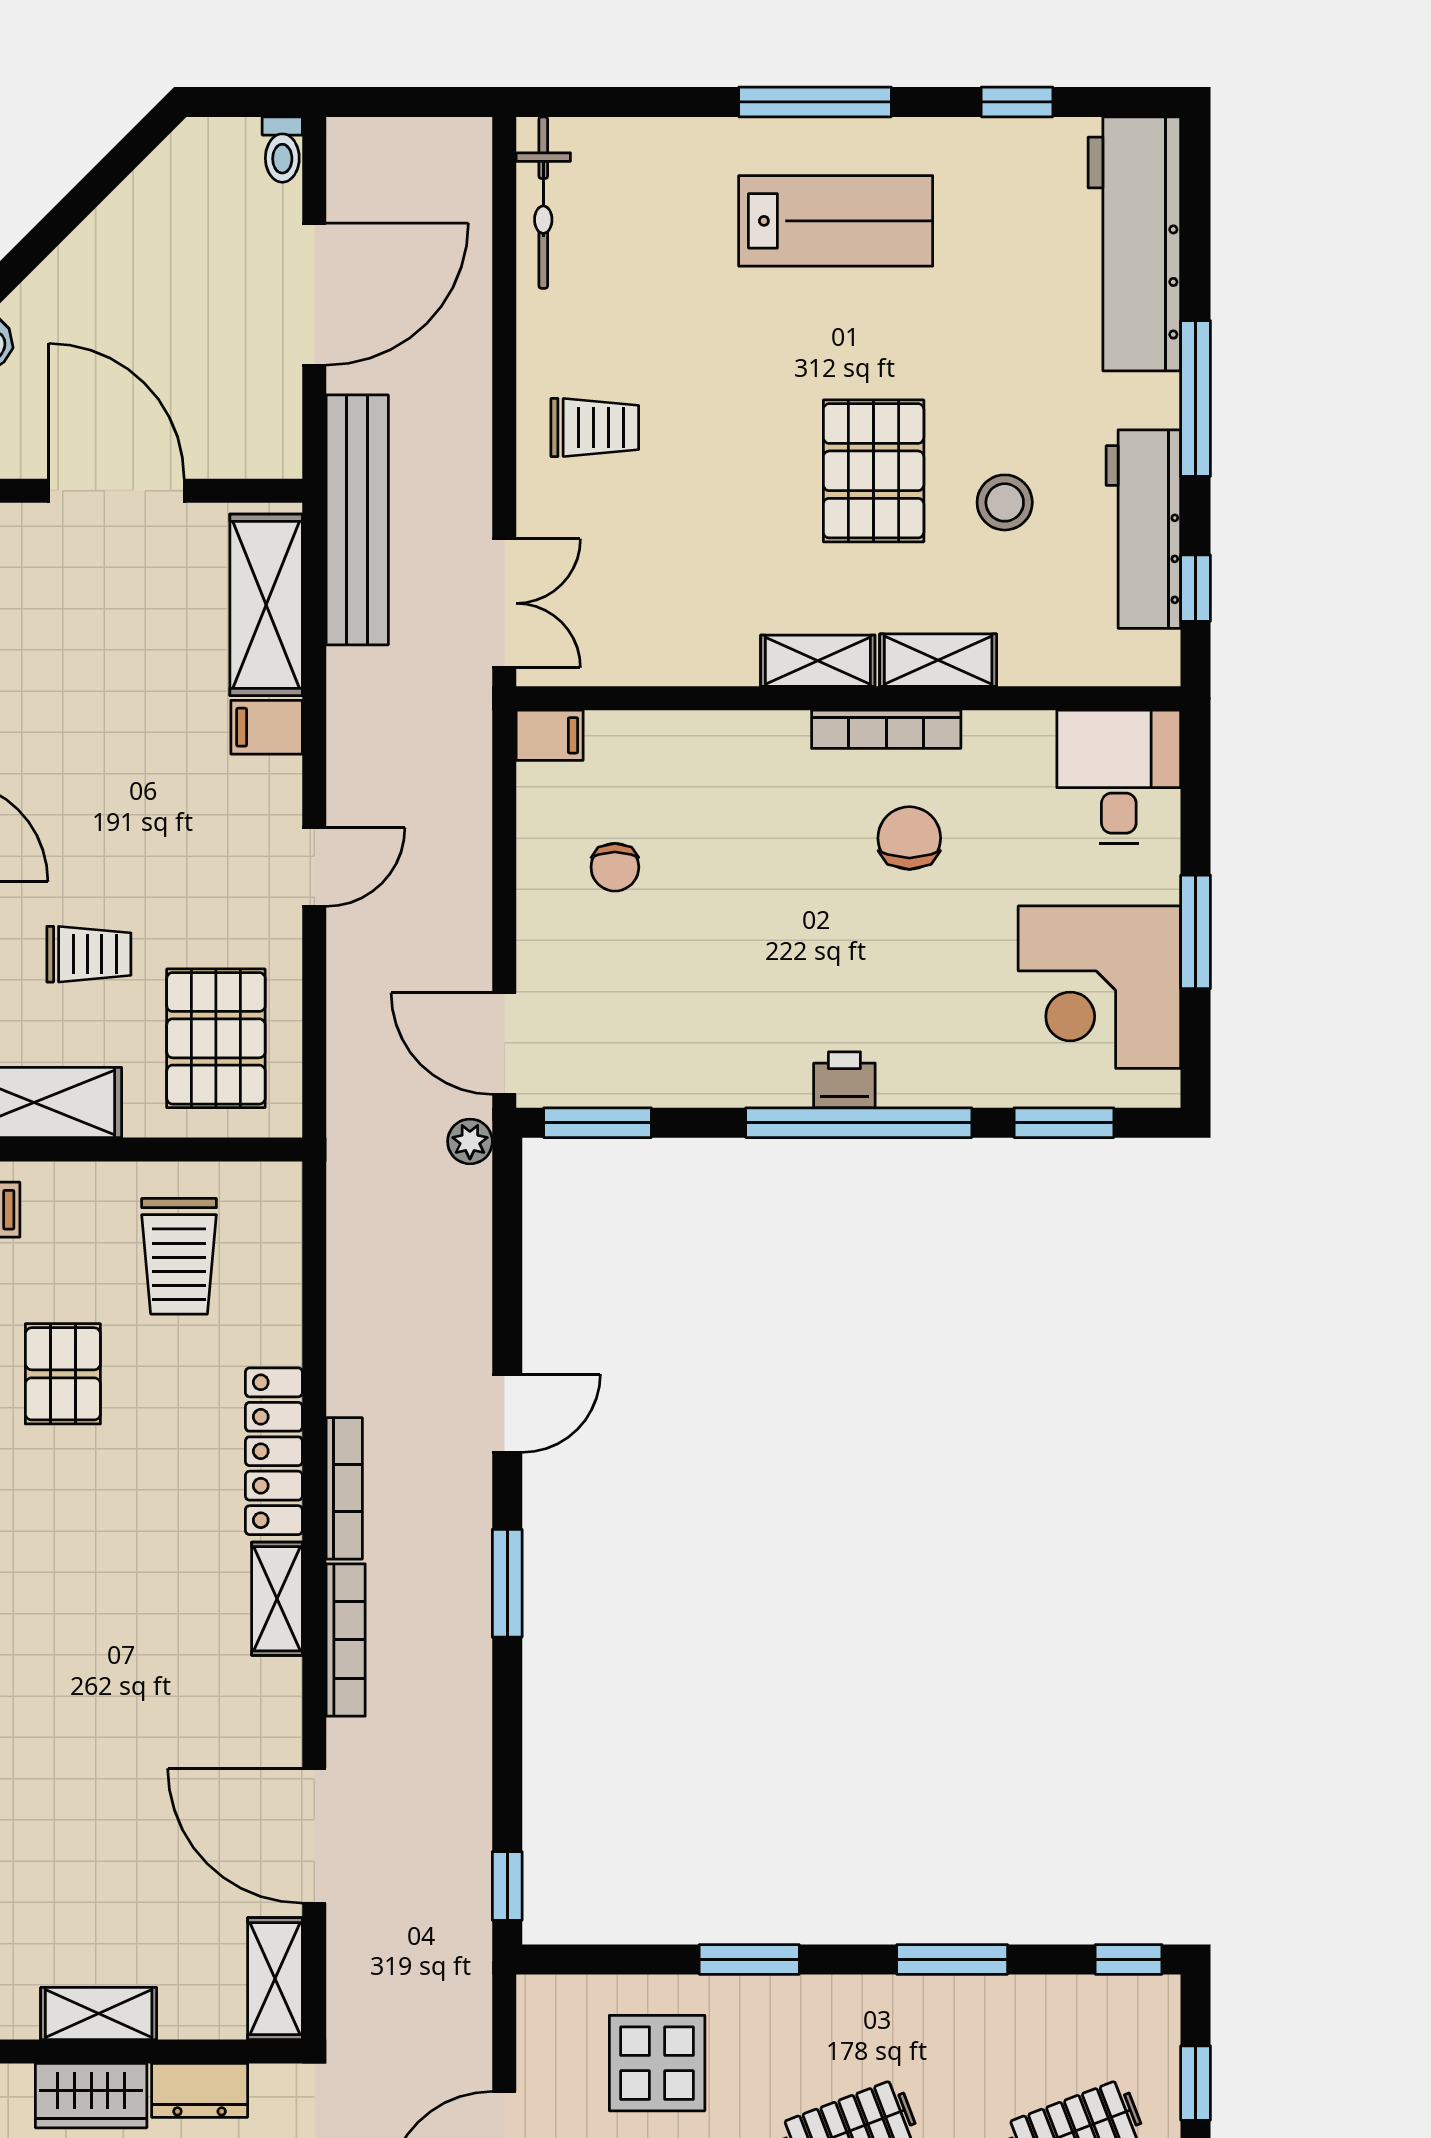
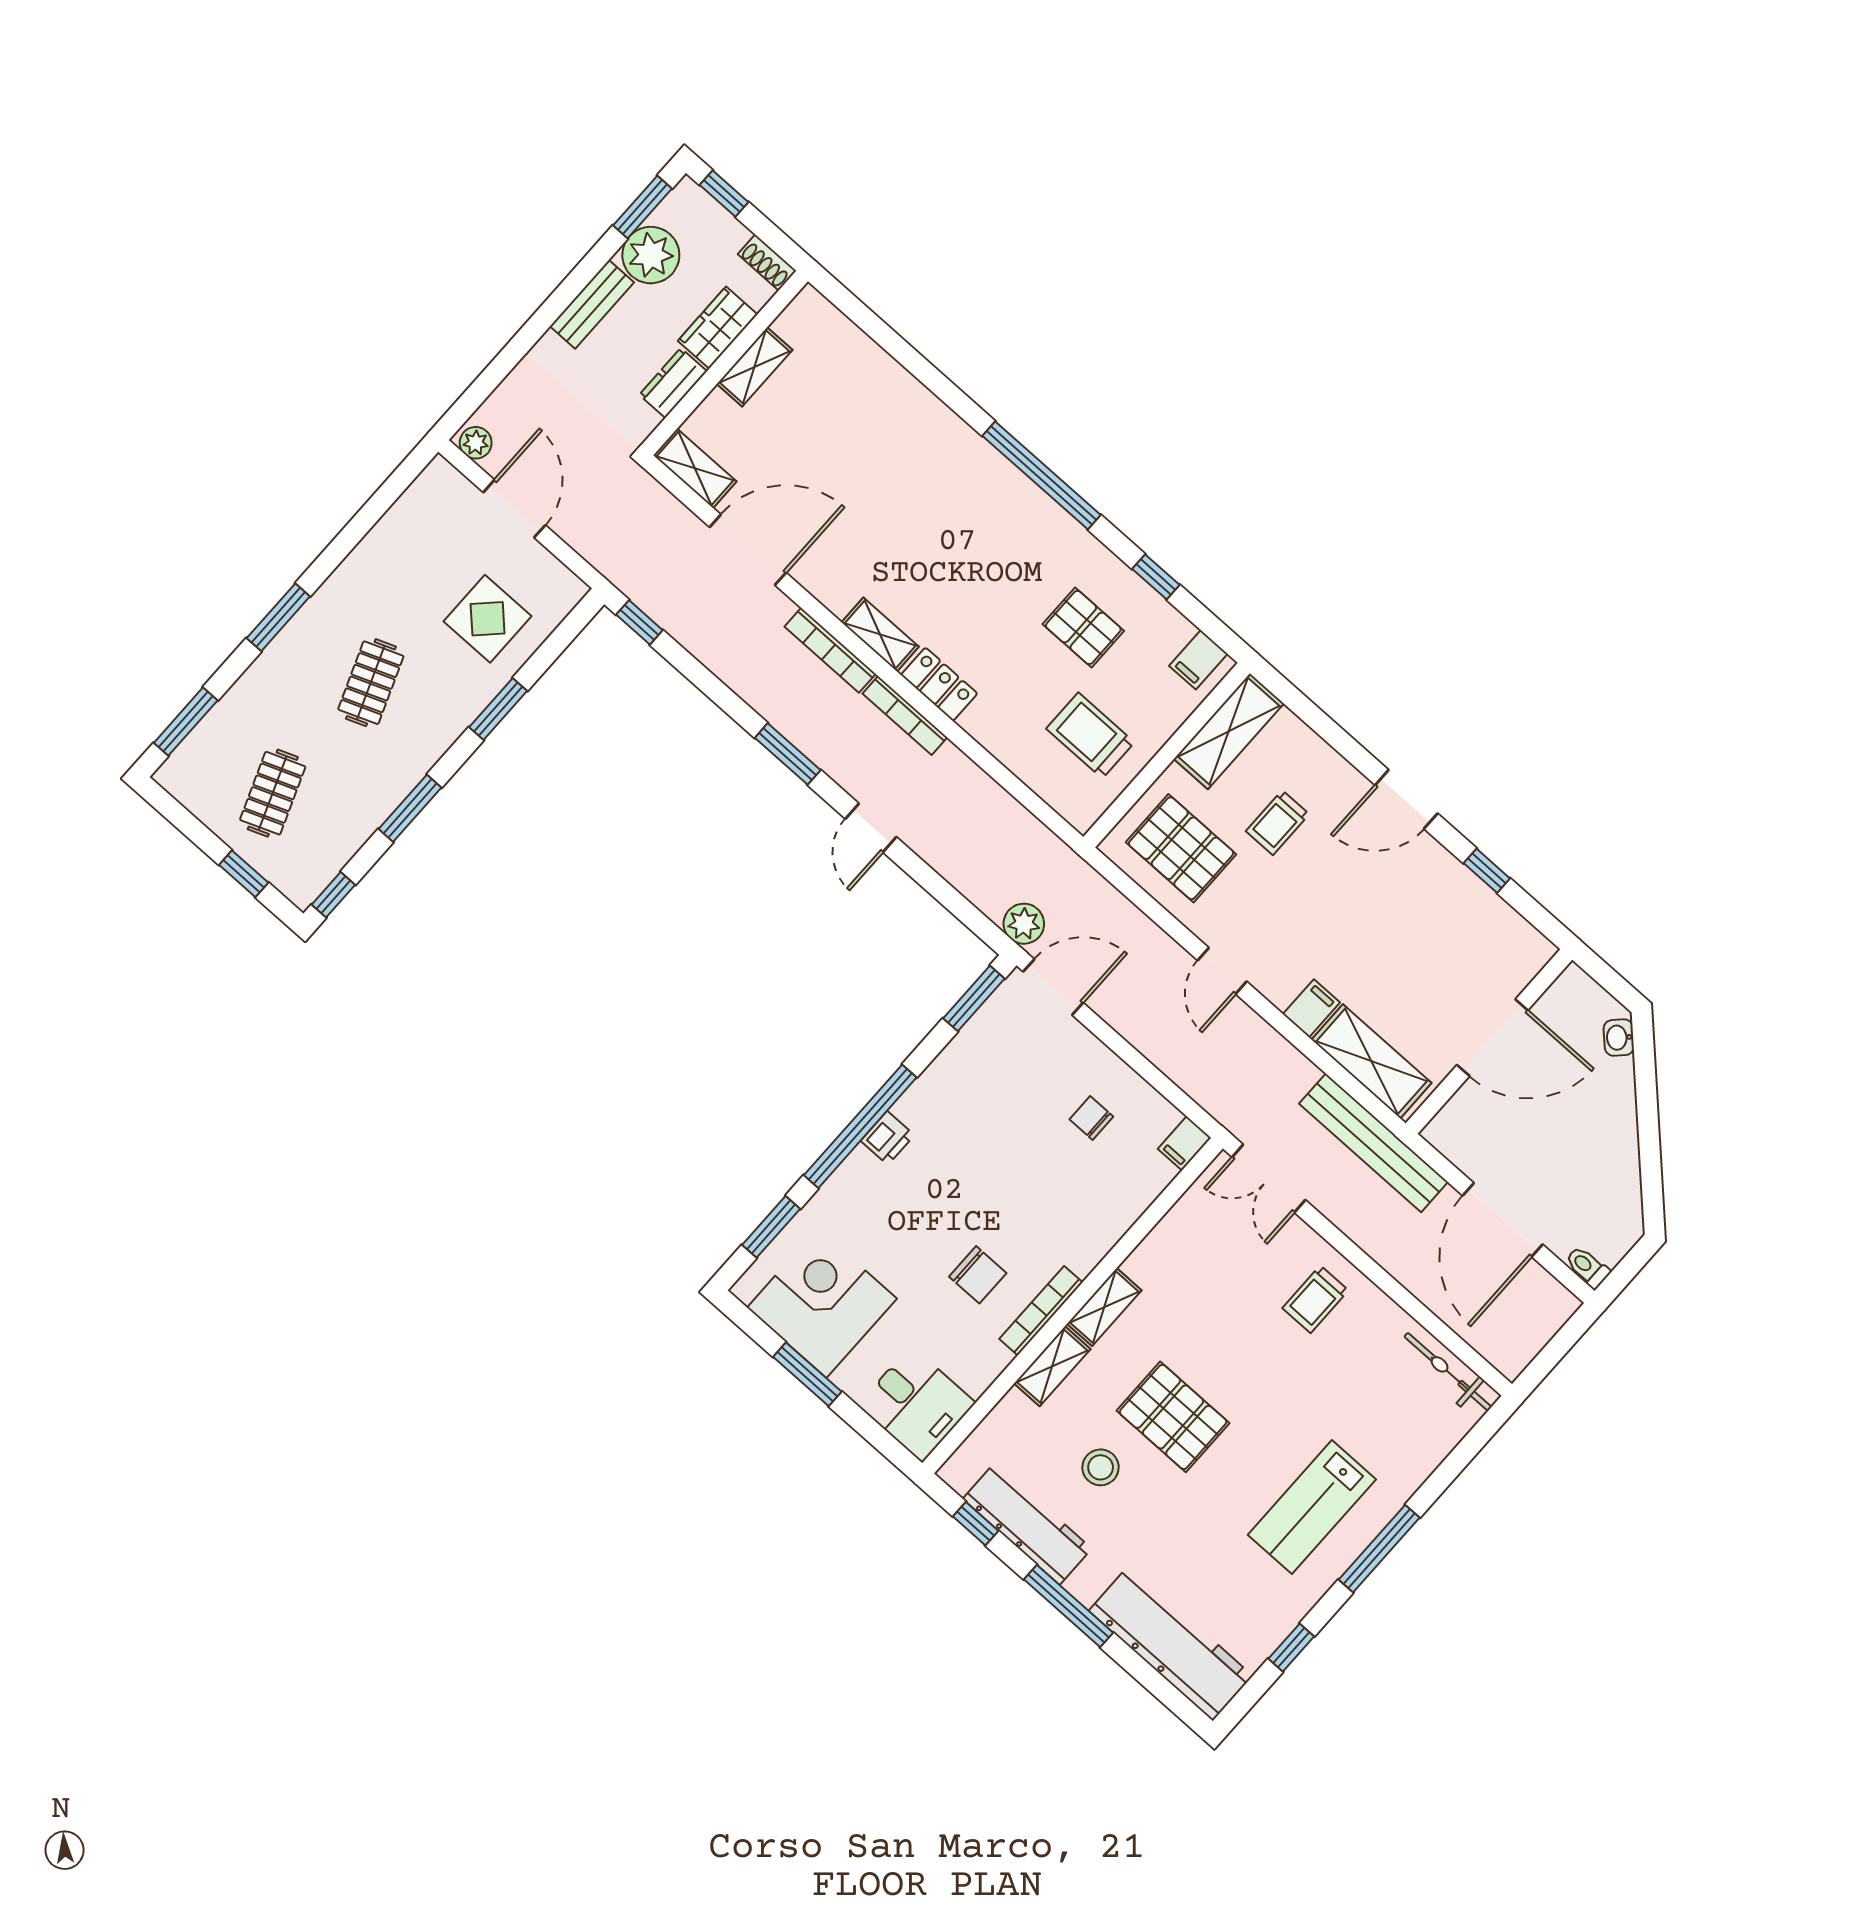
plant: (470, 1141) -> (1024, 924), width x1.38, depth x1.38
locker: (274, 1451) -> (939, 684), width x0.66

